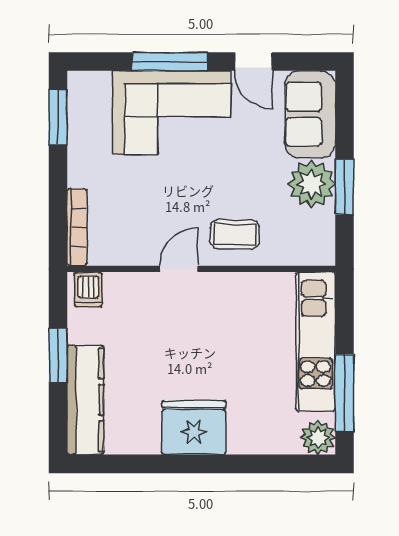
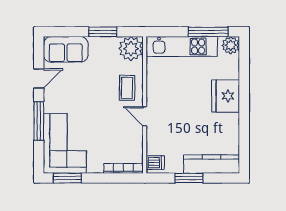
corner sofa: (172, 113) -> (65, 143), moved
plant: (311, 184) -> (131, 49), moved
fridge: (194, 428) -> (226, 96), moved

